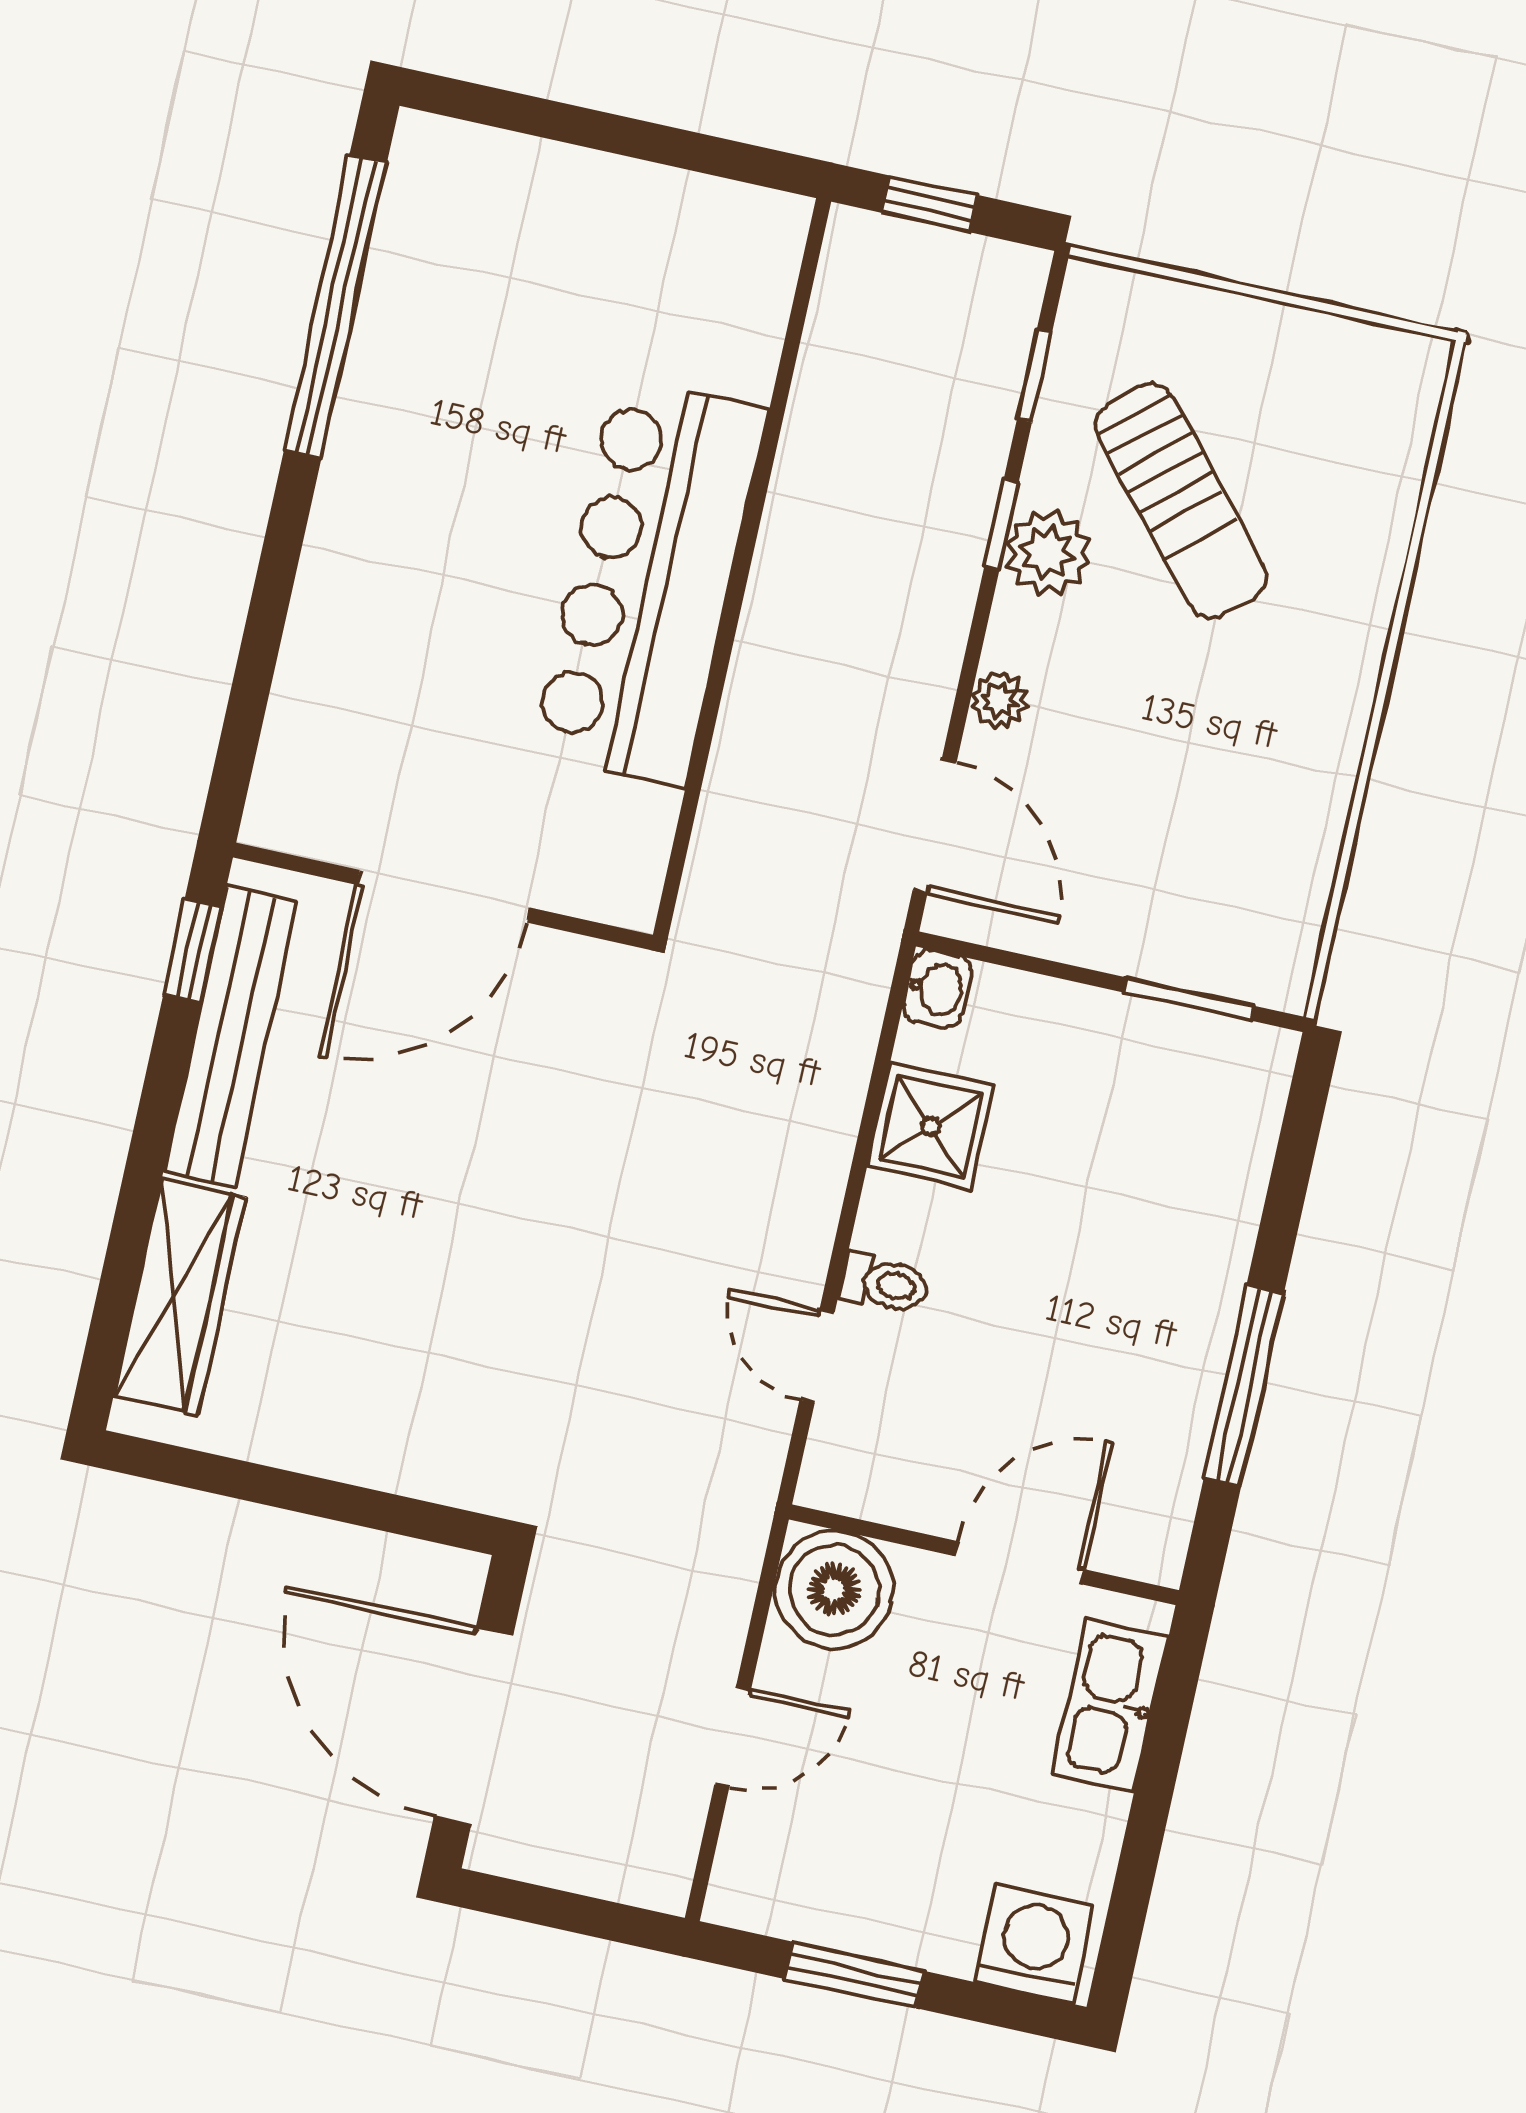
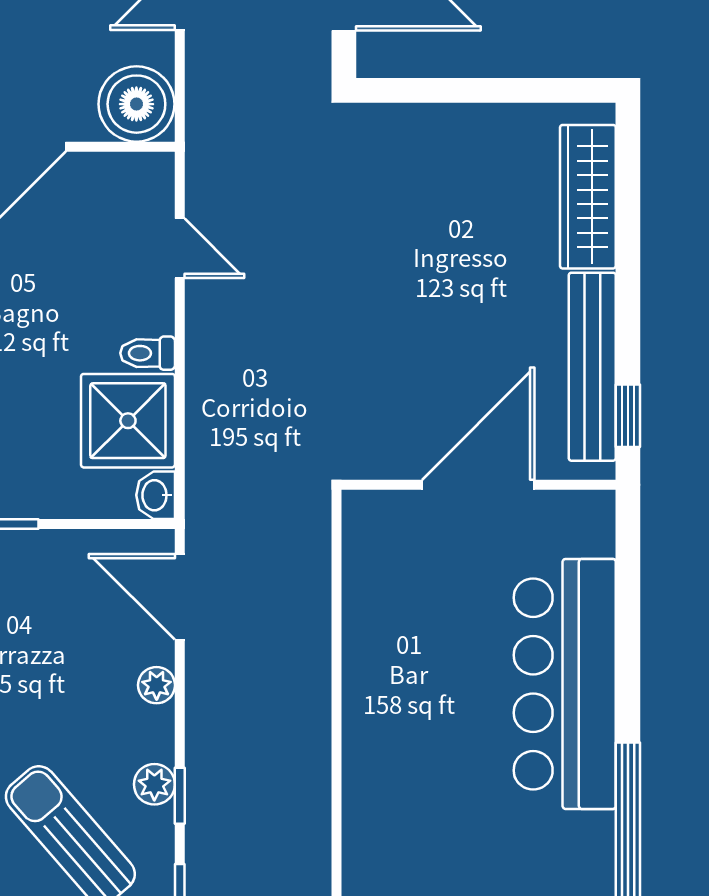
plant: (1048, 553) -> (154, 784), width x0.73, depth x0.73
bar counter: (650, 582) -> (565, 684), moved, turned 180
shower: (931, 1126) -> (128, 421), width x1.36, depth x1.36
toilet: (884, 1284) -> (148, 353), moved

